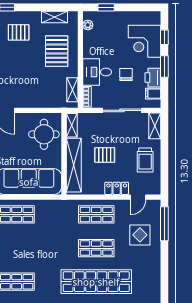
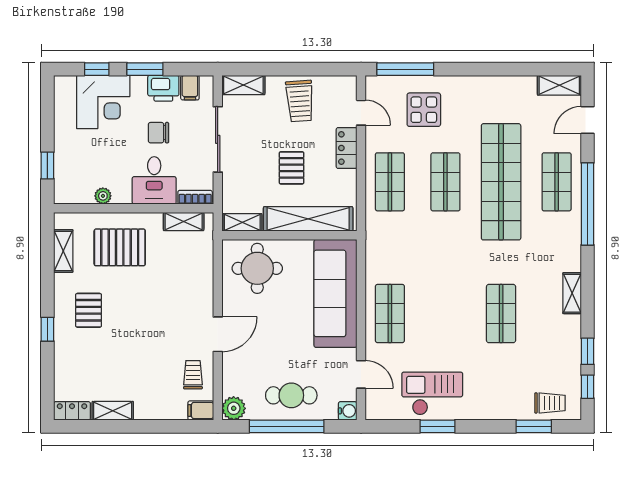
plant: (88, 25) -> (103, 196), moved
trolley: (145, 160) -> (300, 101), turned 86

